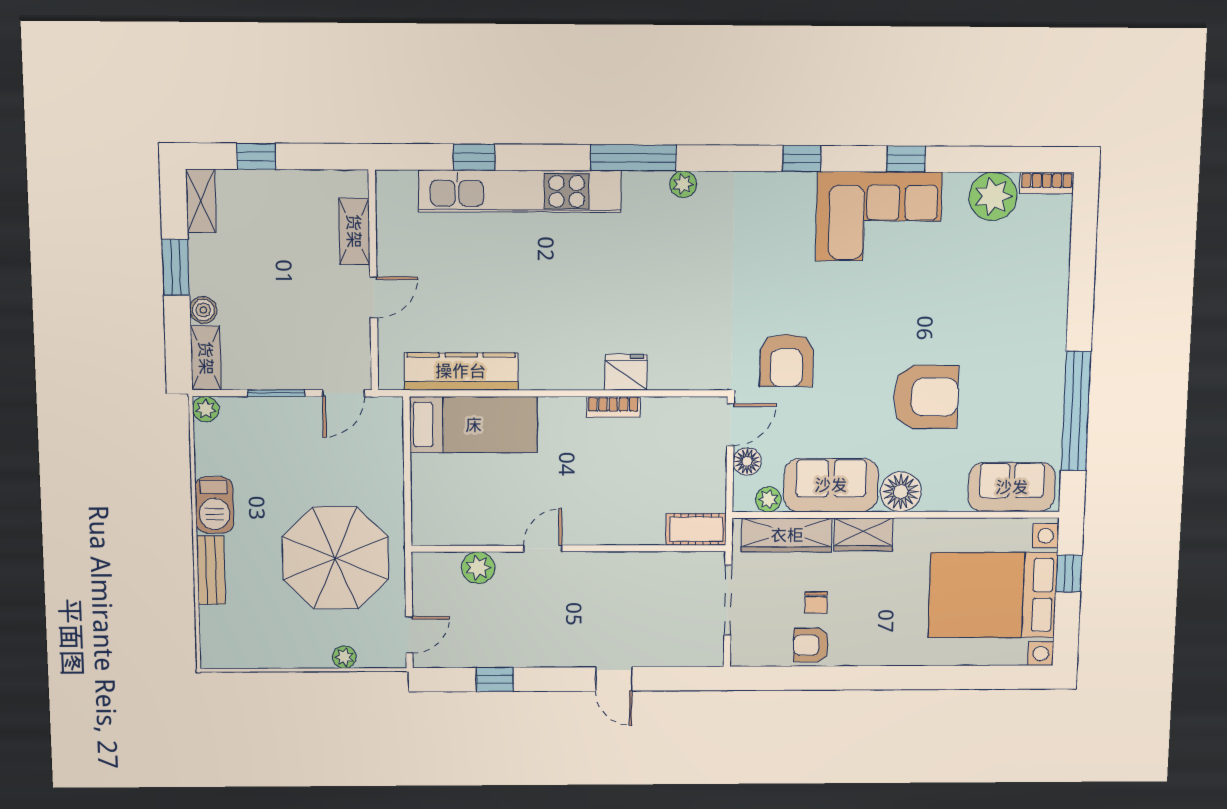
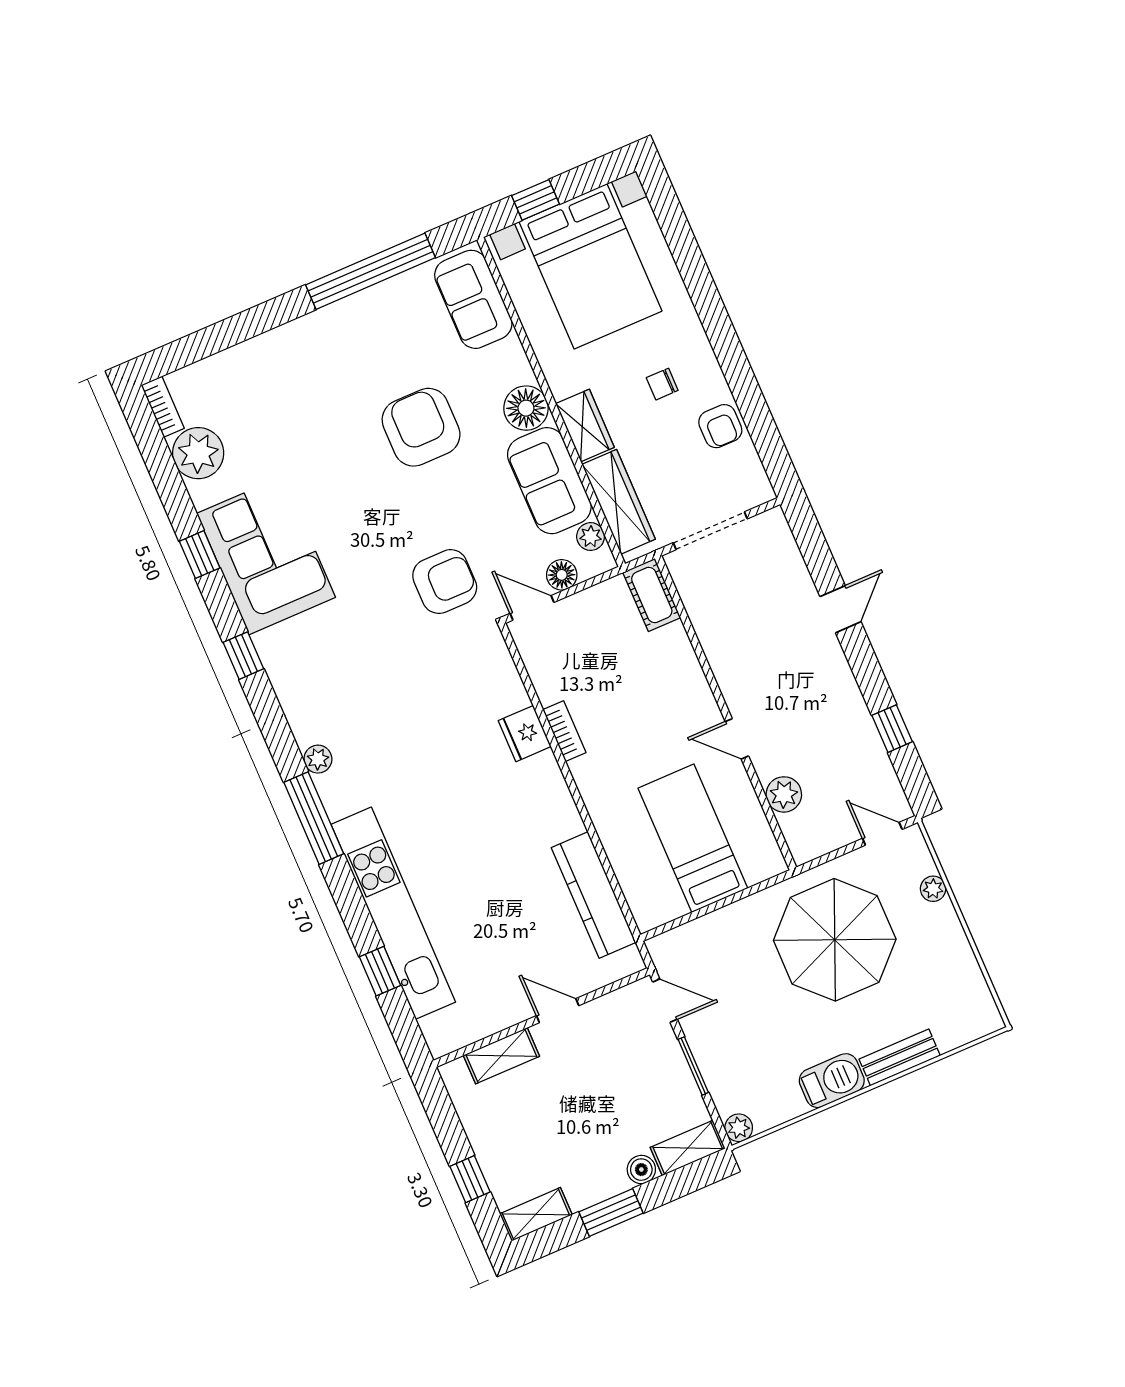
bed: (474, 425) -> (693, 838), moved
chair: (816, 602) -> (662, 384), moved, turned 180

